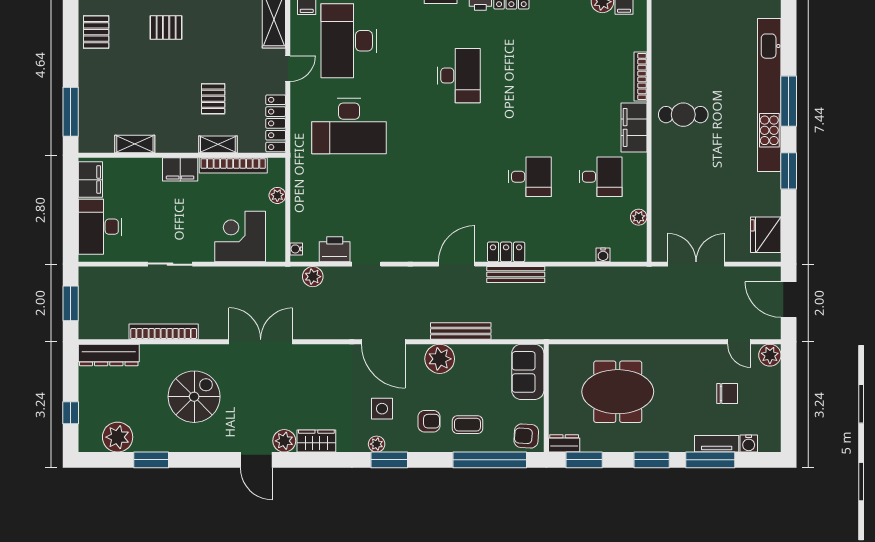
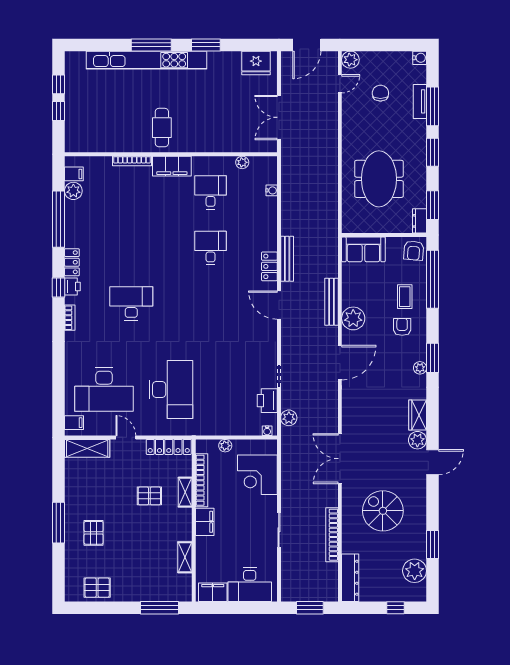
side table: (382, 409) -> (392, 364), removed
water cooler: (749, 444) -> (420, 58), moved

